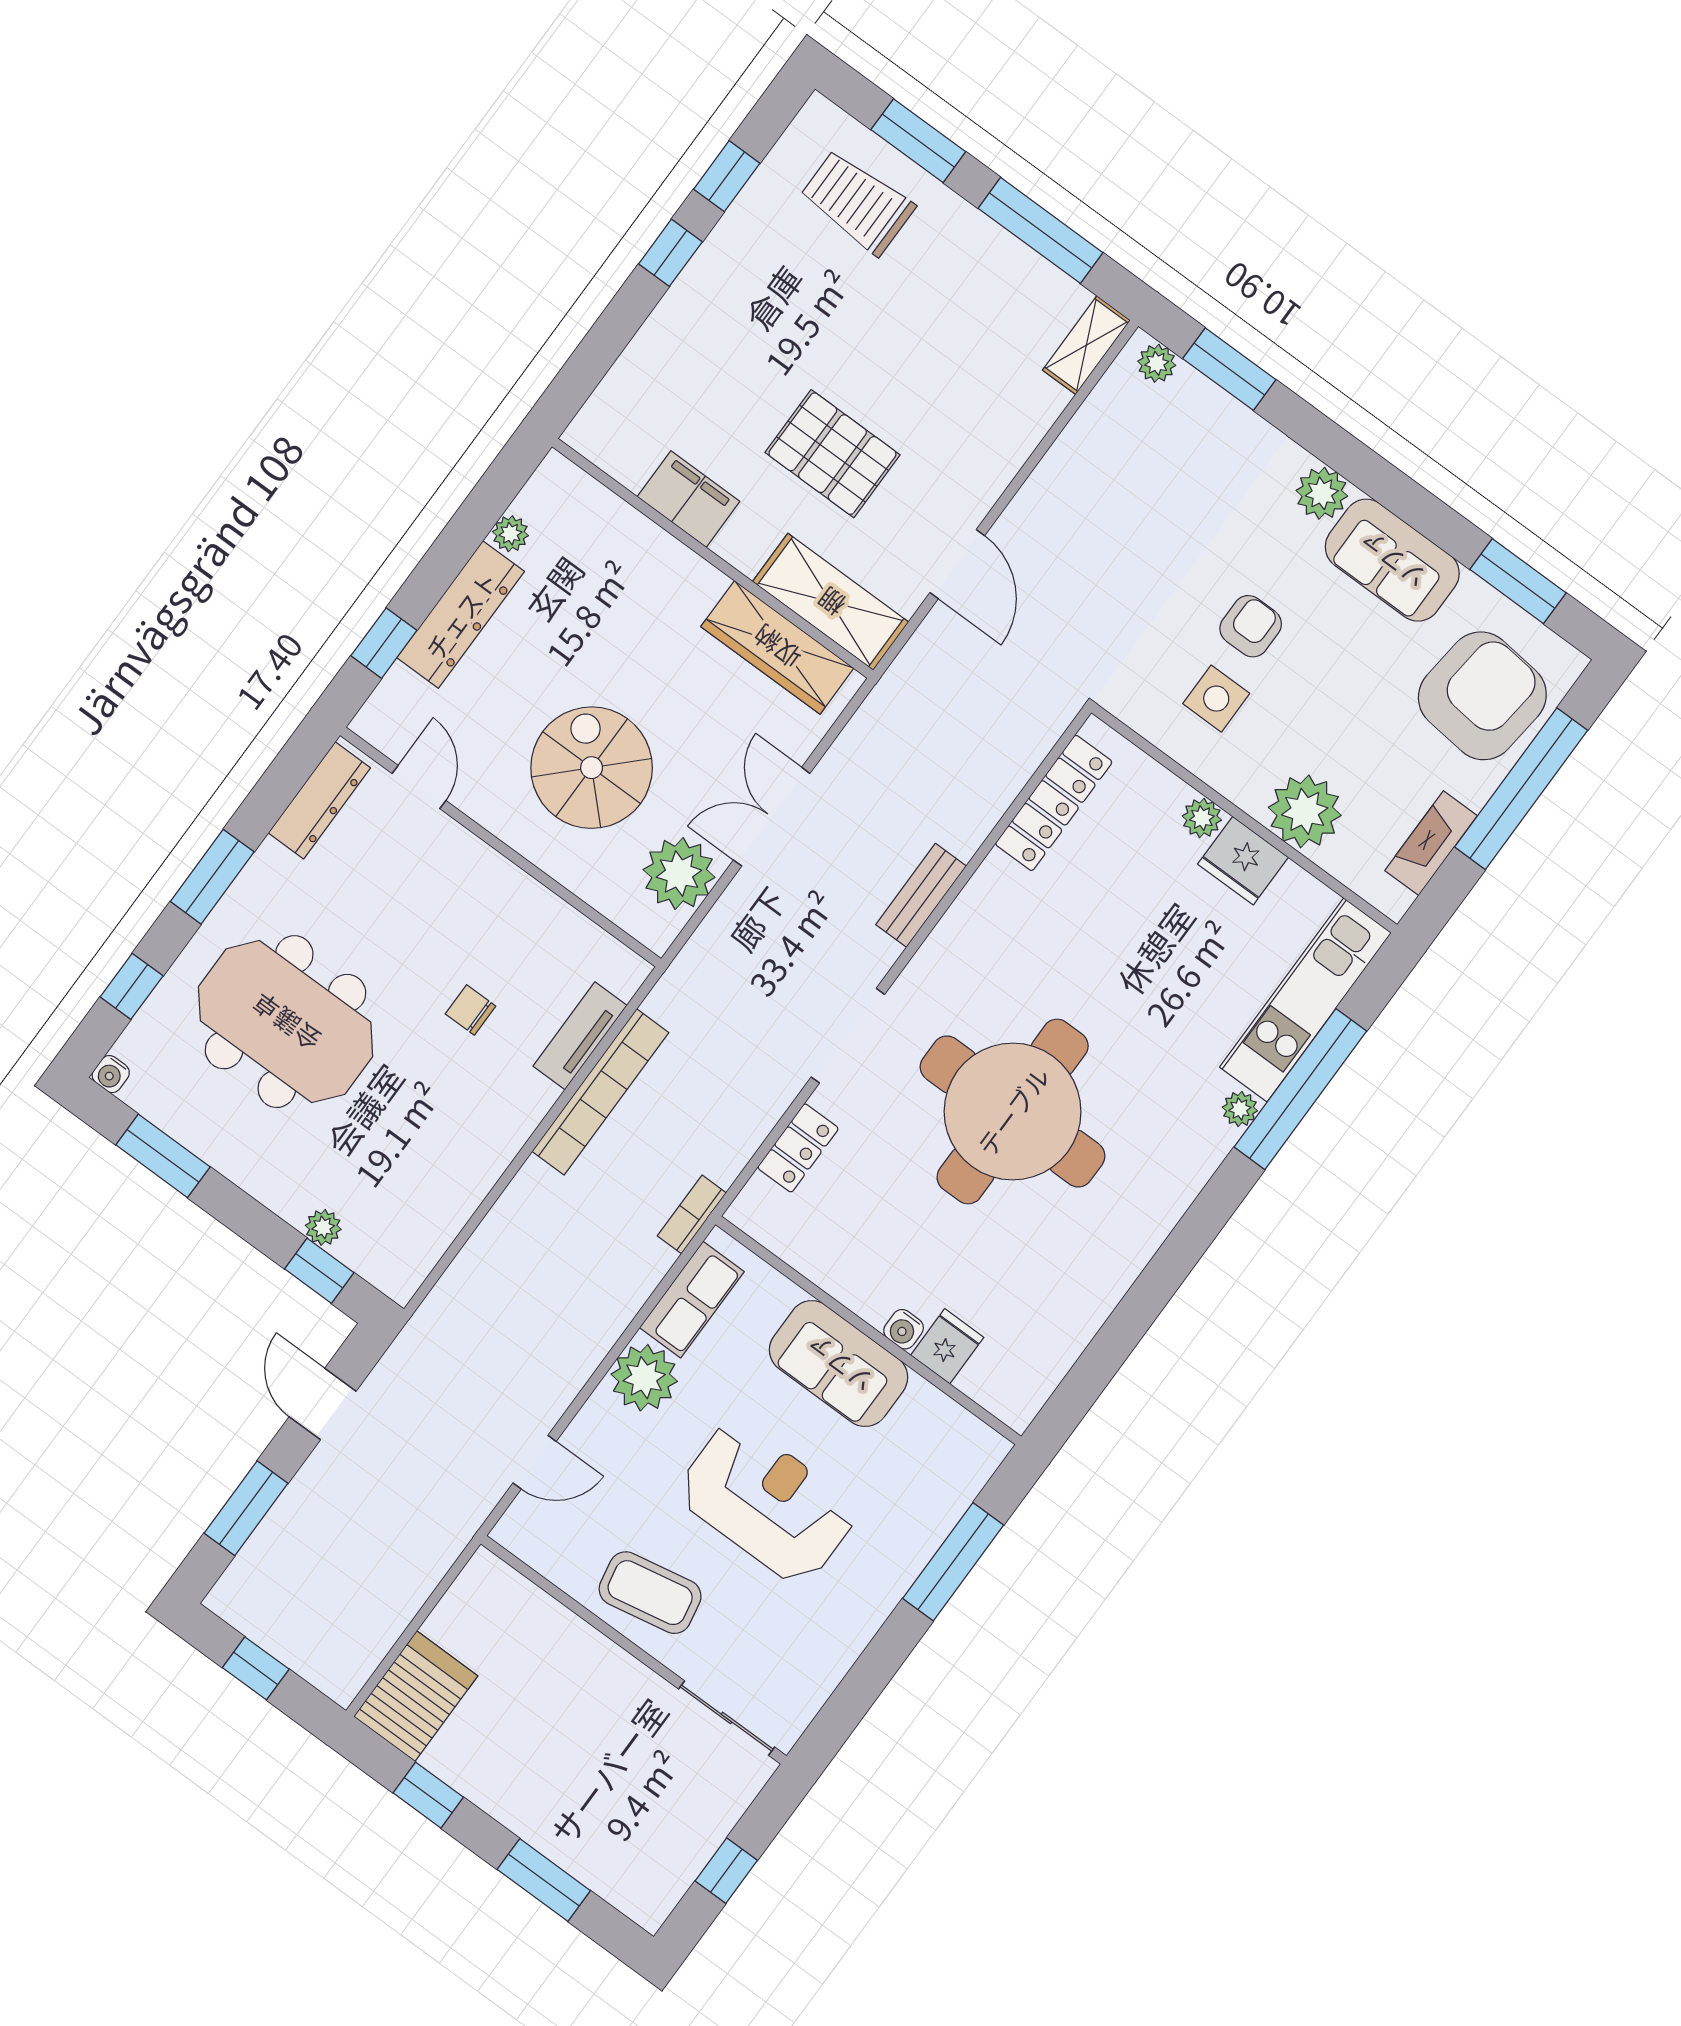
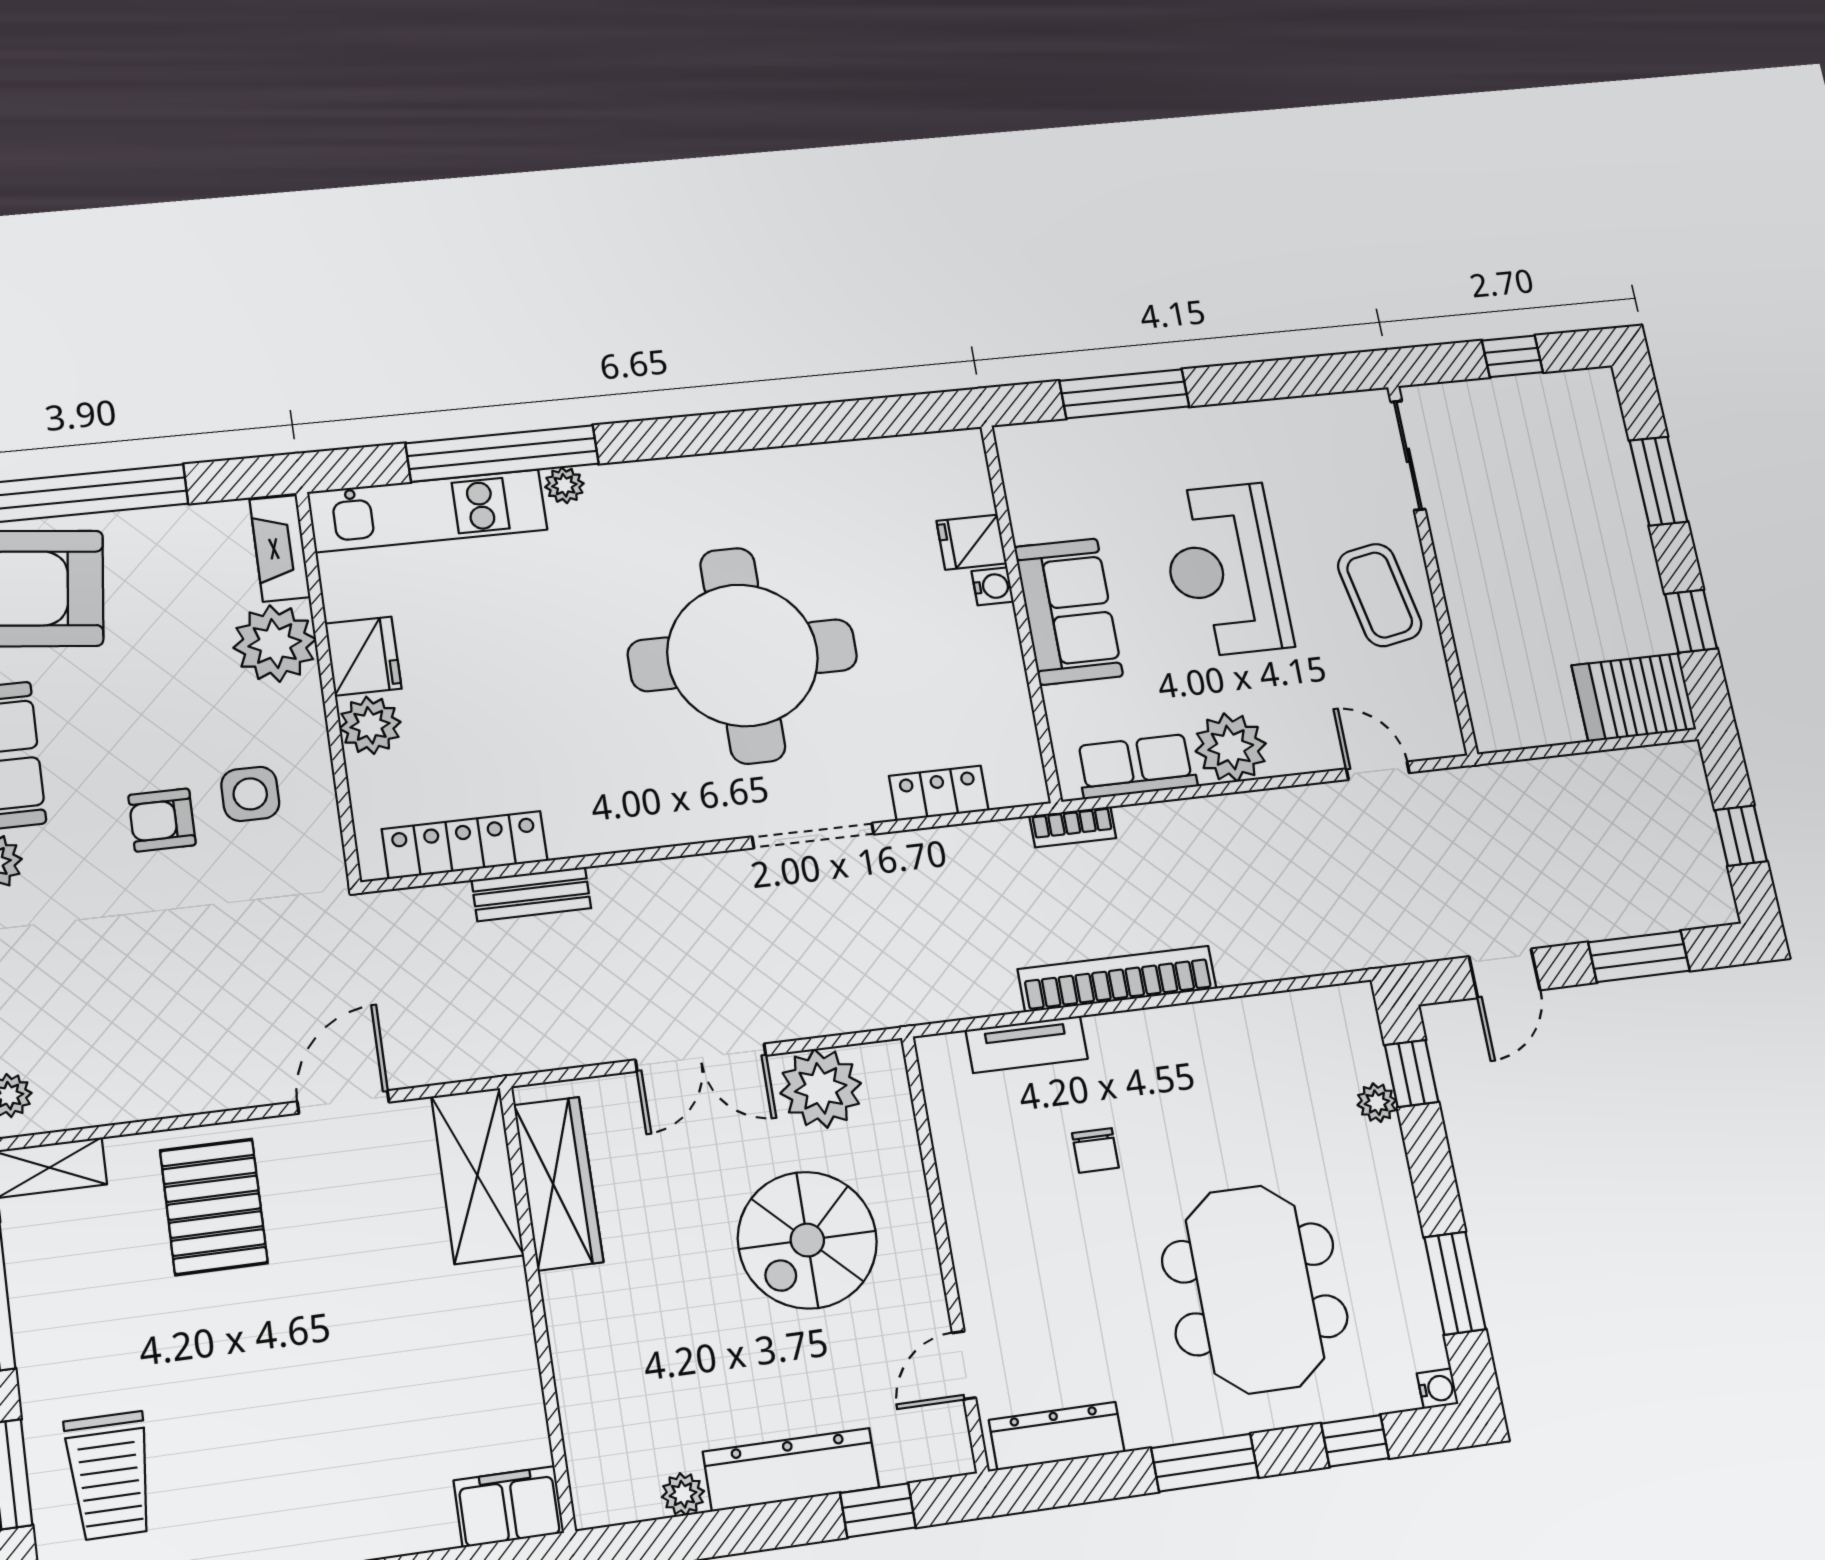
pallet: (832, 454) -> (214, 1207), moved
filing cabinet: (688, 499) -> (509, 1507), moved, turned 90
plant: (1202, 818) -> (370, 725), width x1.38, depth x1.38
fireplace: (1431, 843) -> (280, 548), moved, turned 90
bench: (921, 895) -> (531, 894), moved
bookcase: (600, 1092) -> (1117, 979), moved

